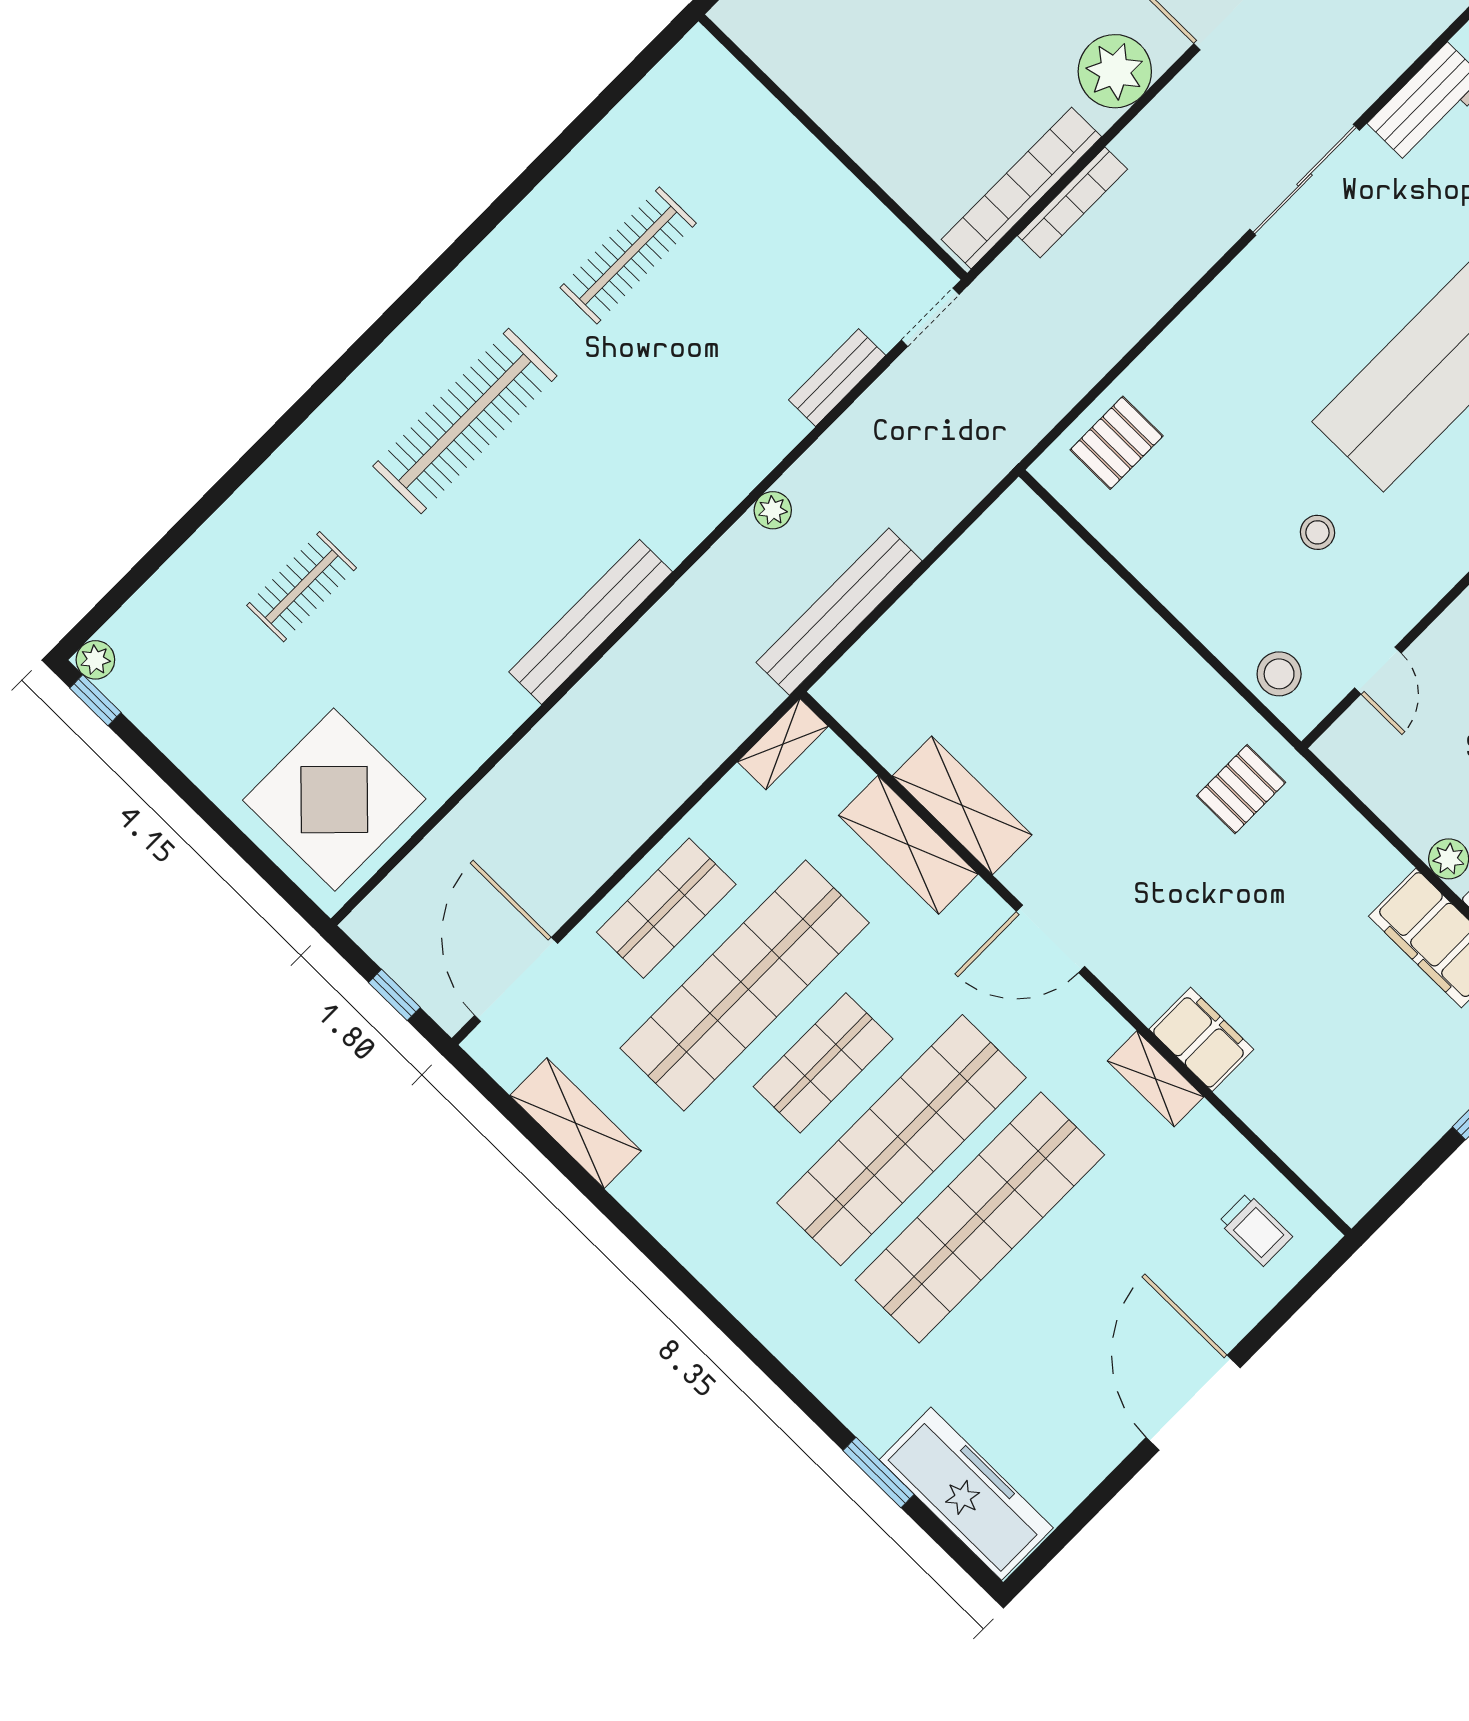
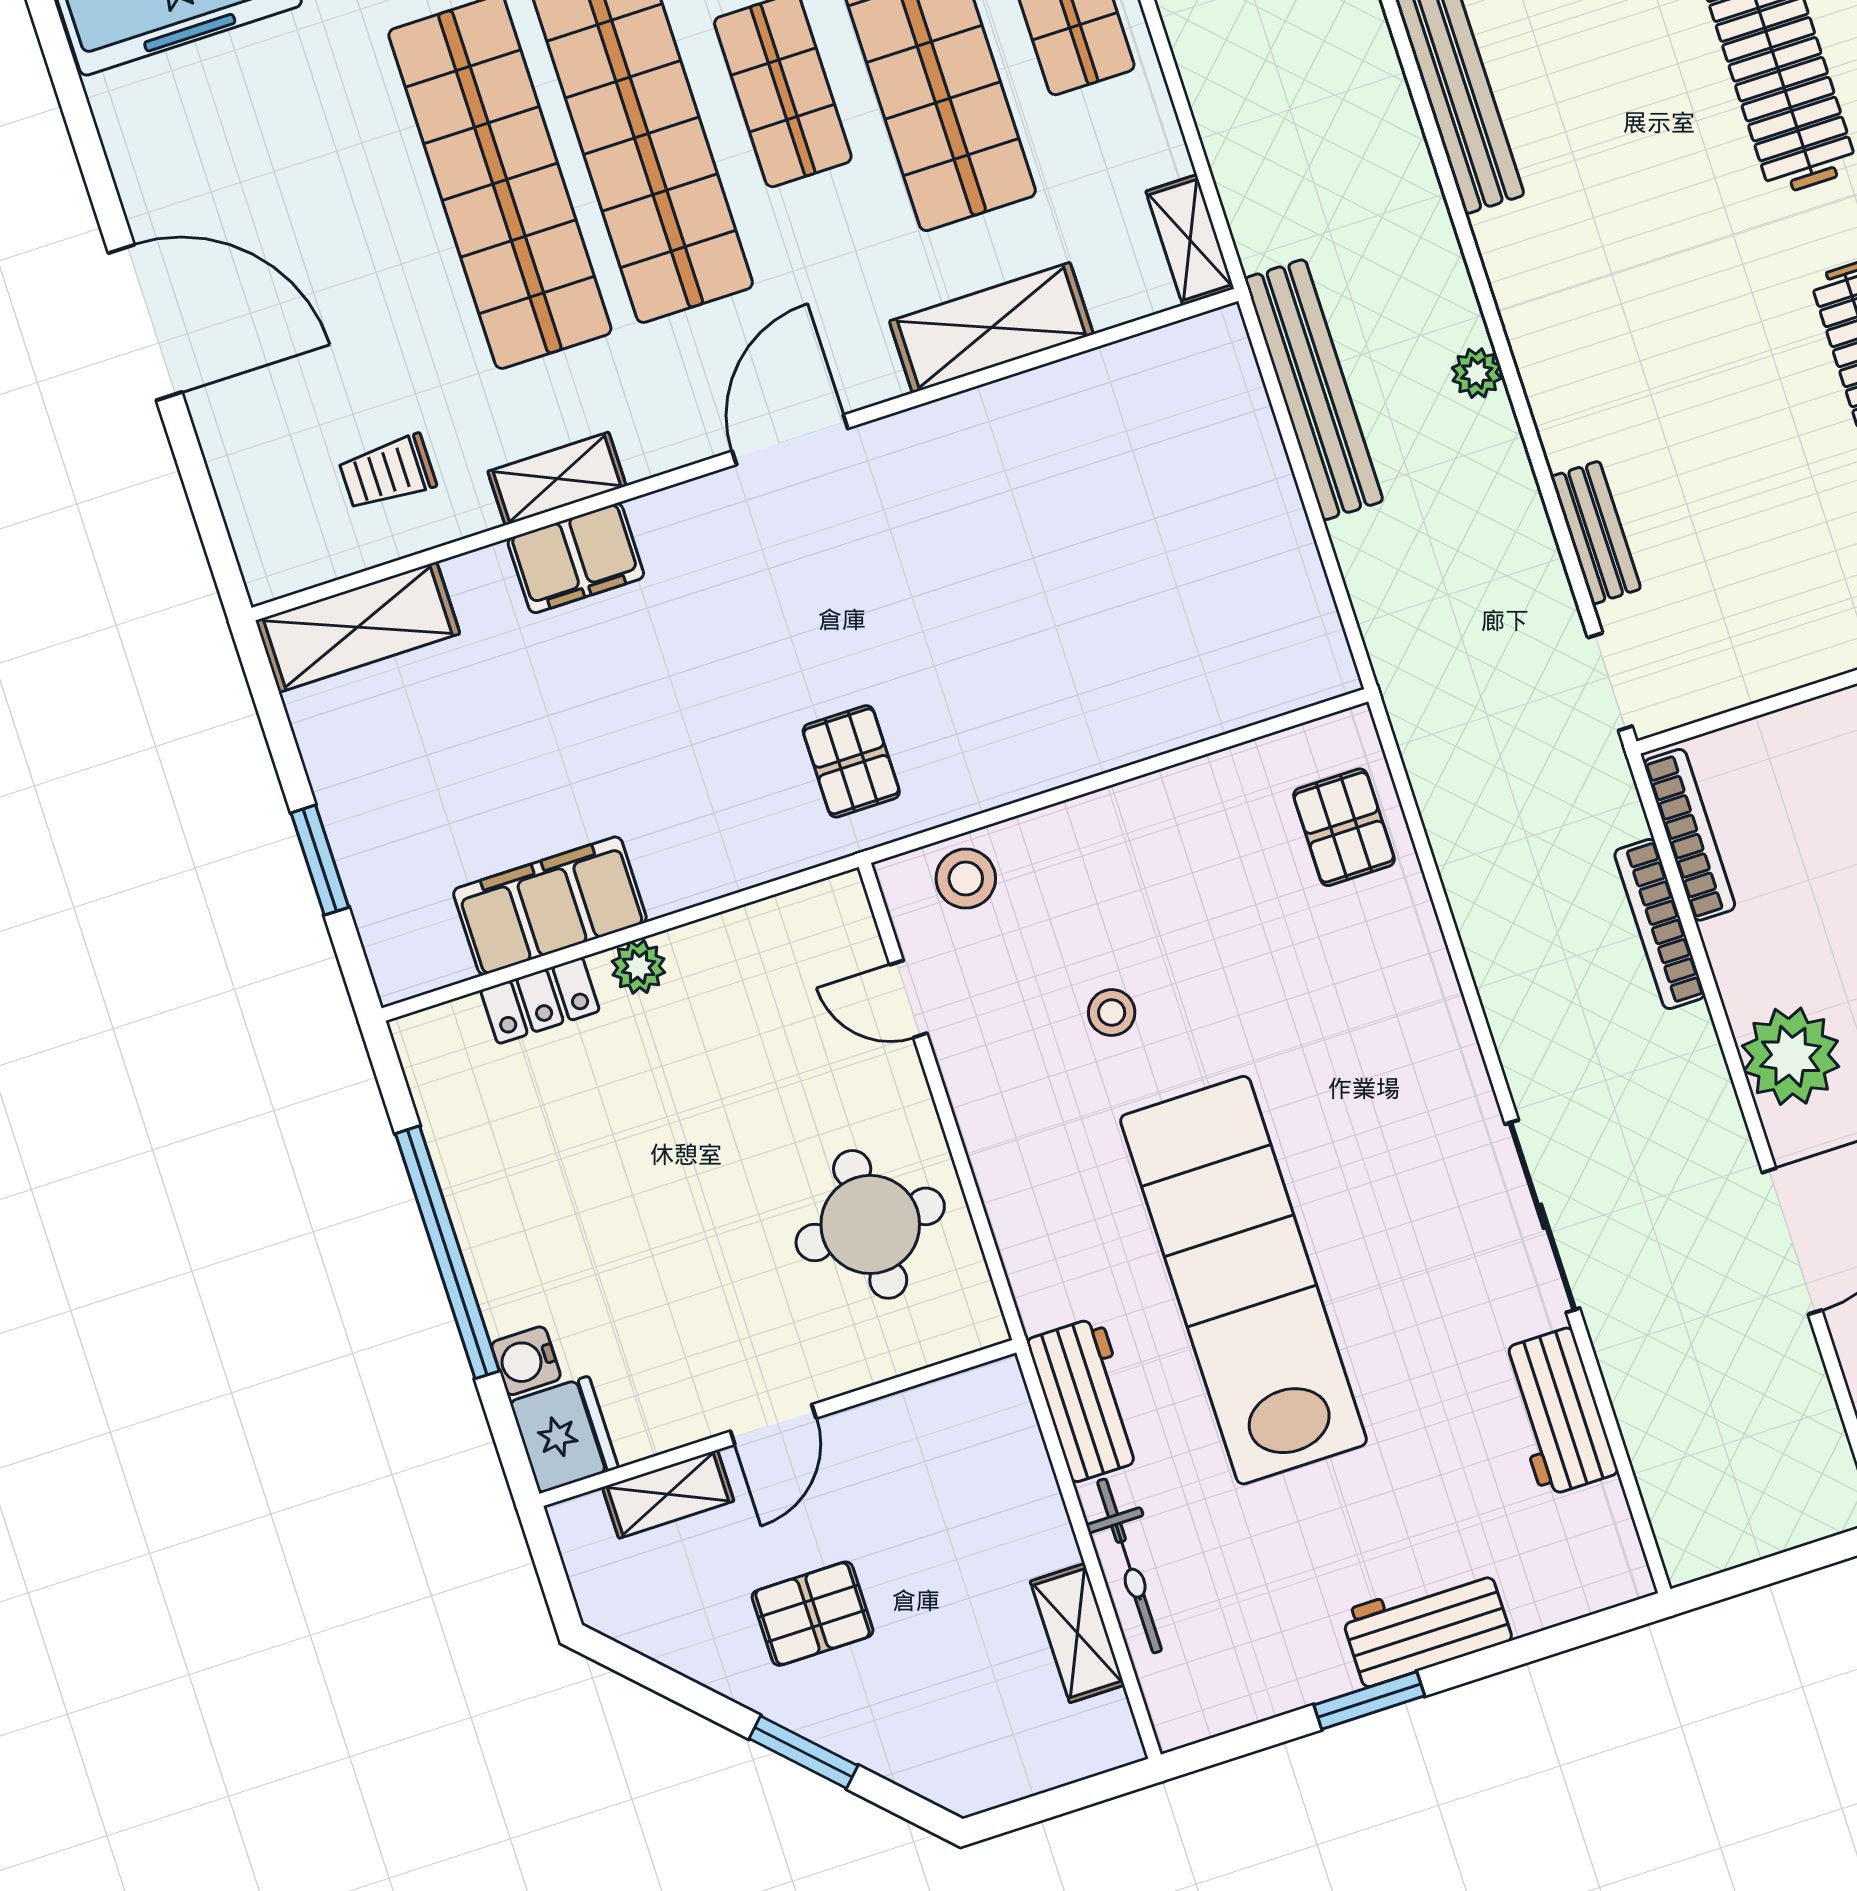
bookcase: (1021, 188) -> (1689, 835), width x0.68, depth x0.76
shelving: (962, 805) -> (358, 627), moved
trolley: (1255, 1229) -> (388, 472), moved

